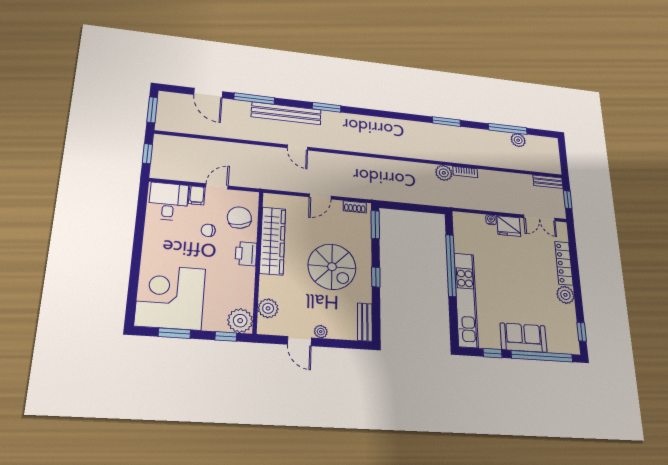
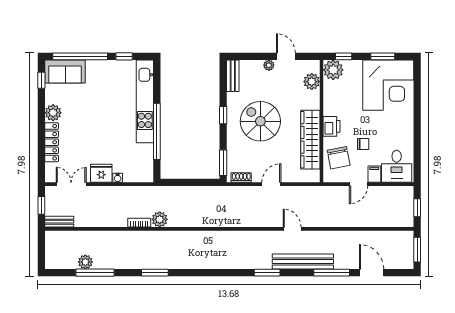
sofa: (523, 338) -> (65, 72), moved

